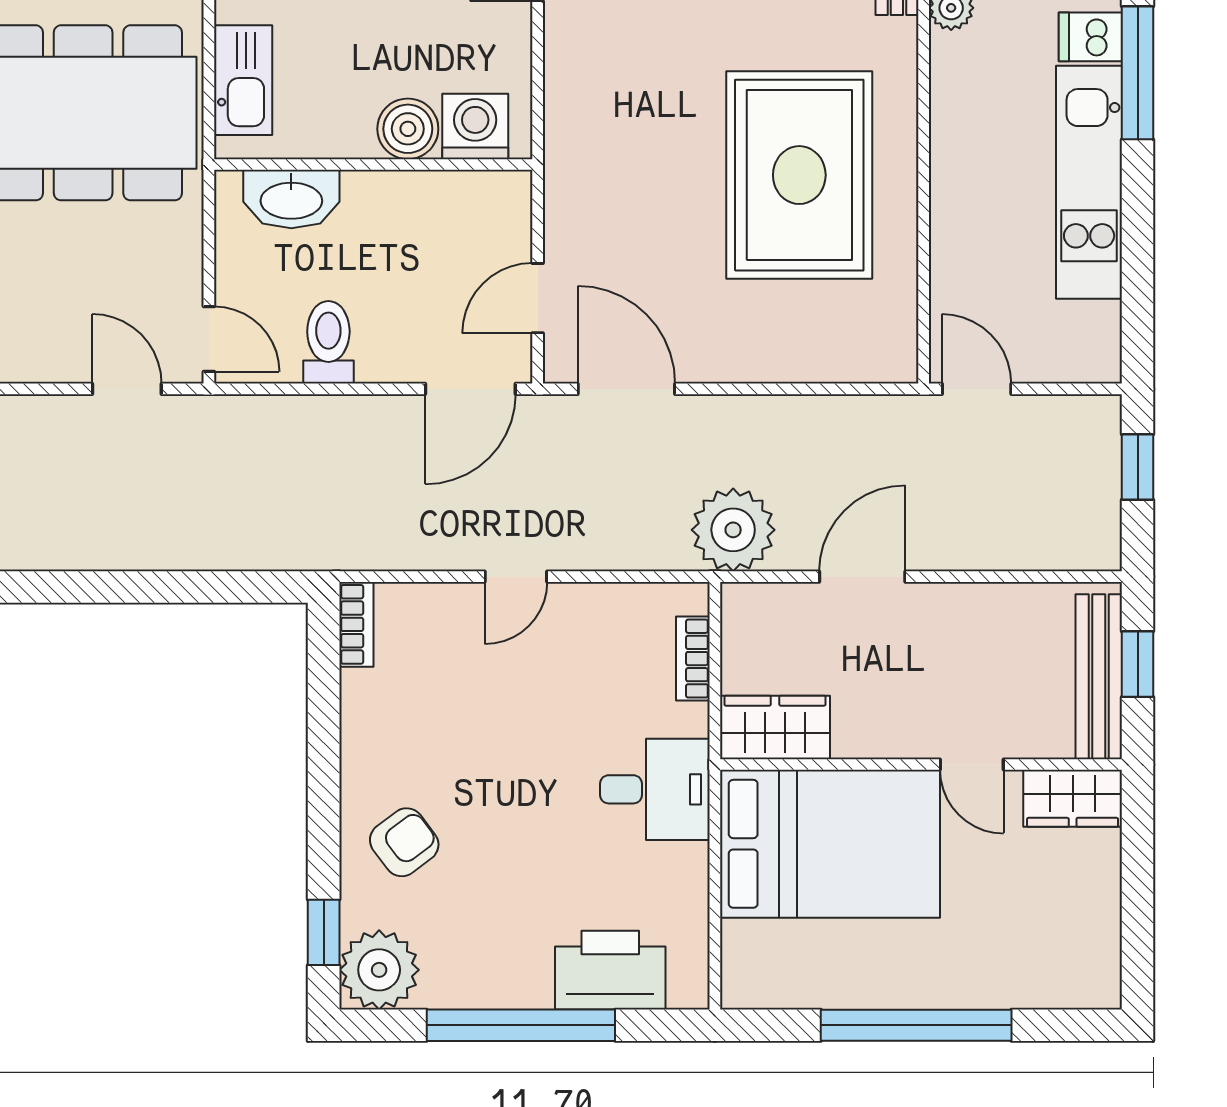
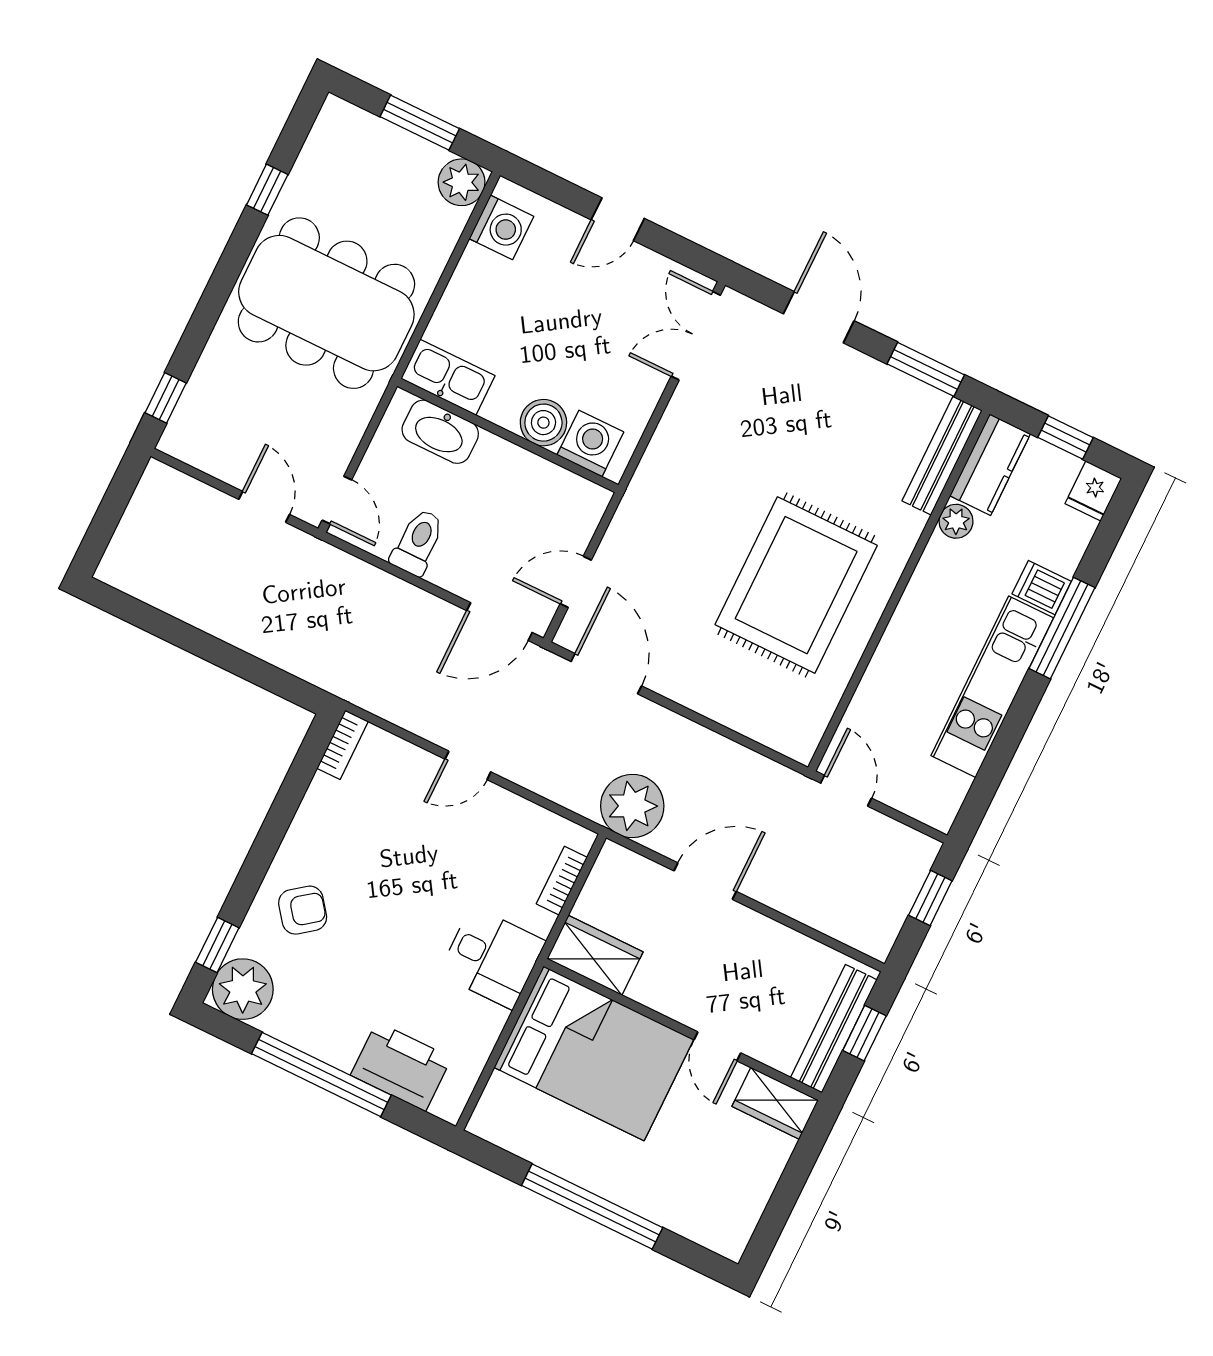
kitchen sink: (243, 80) -> (448, 377), moved, turned -90

